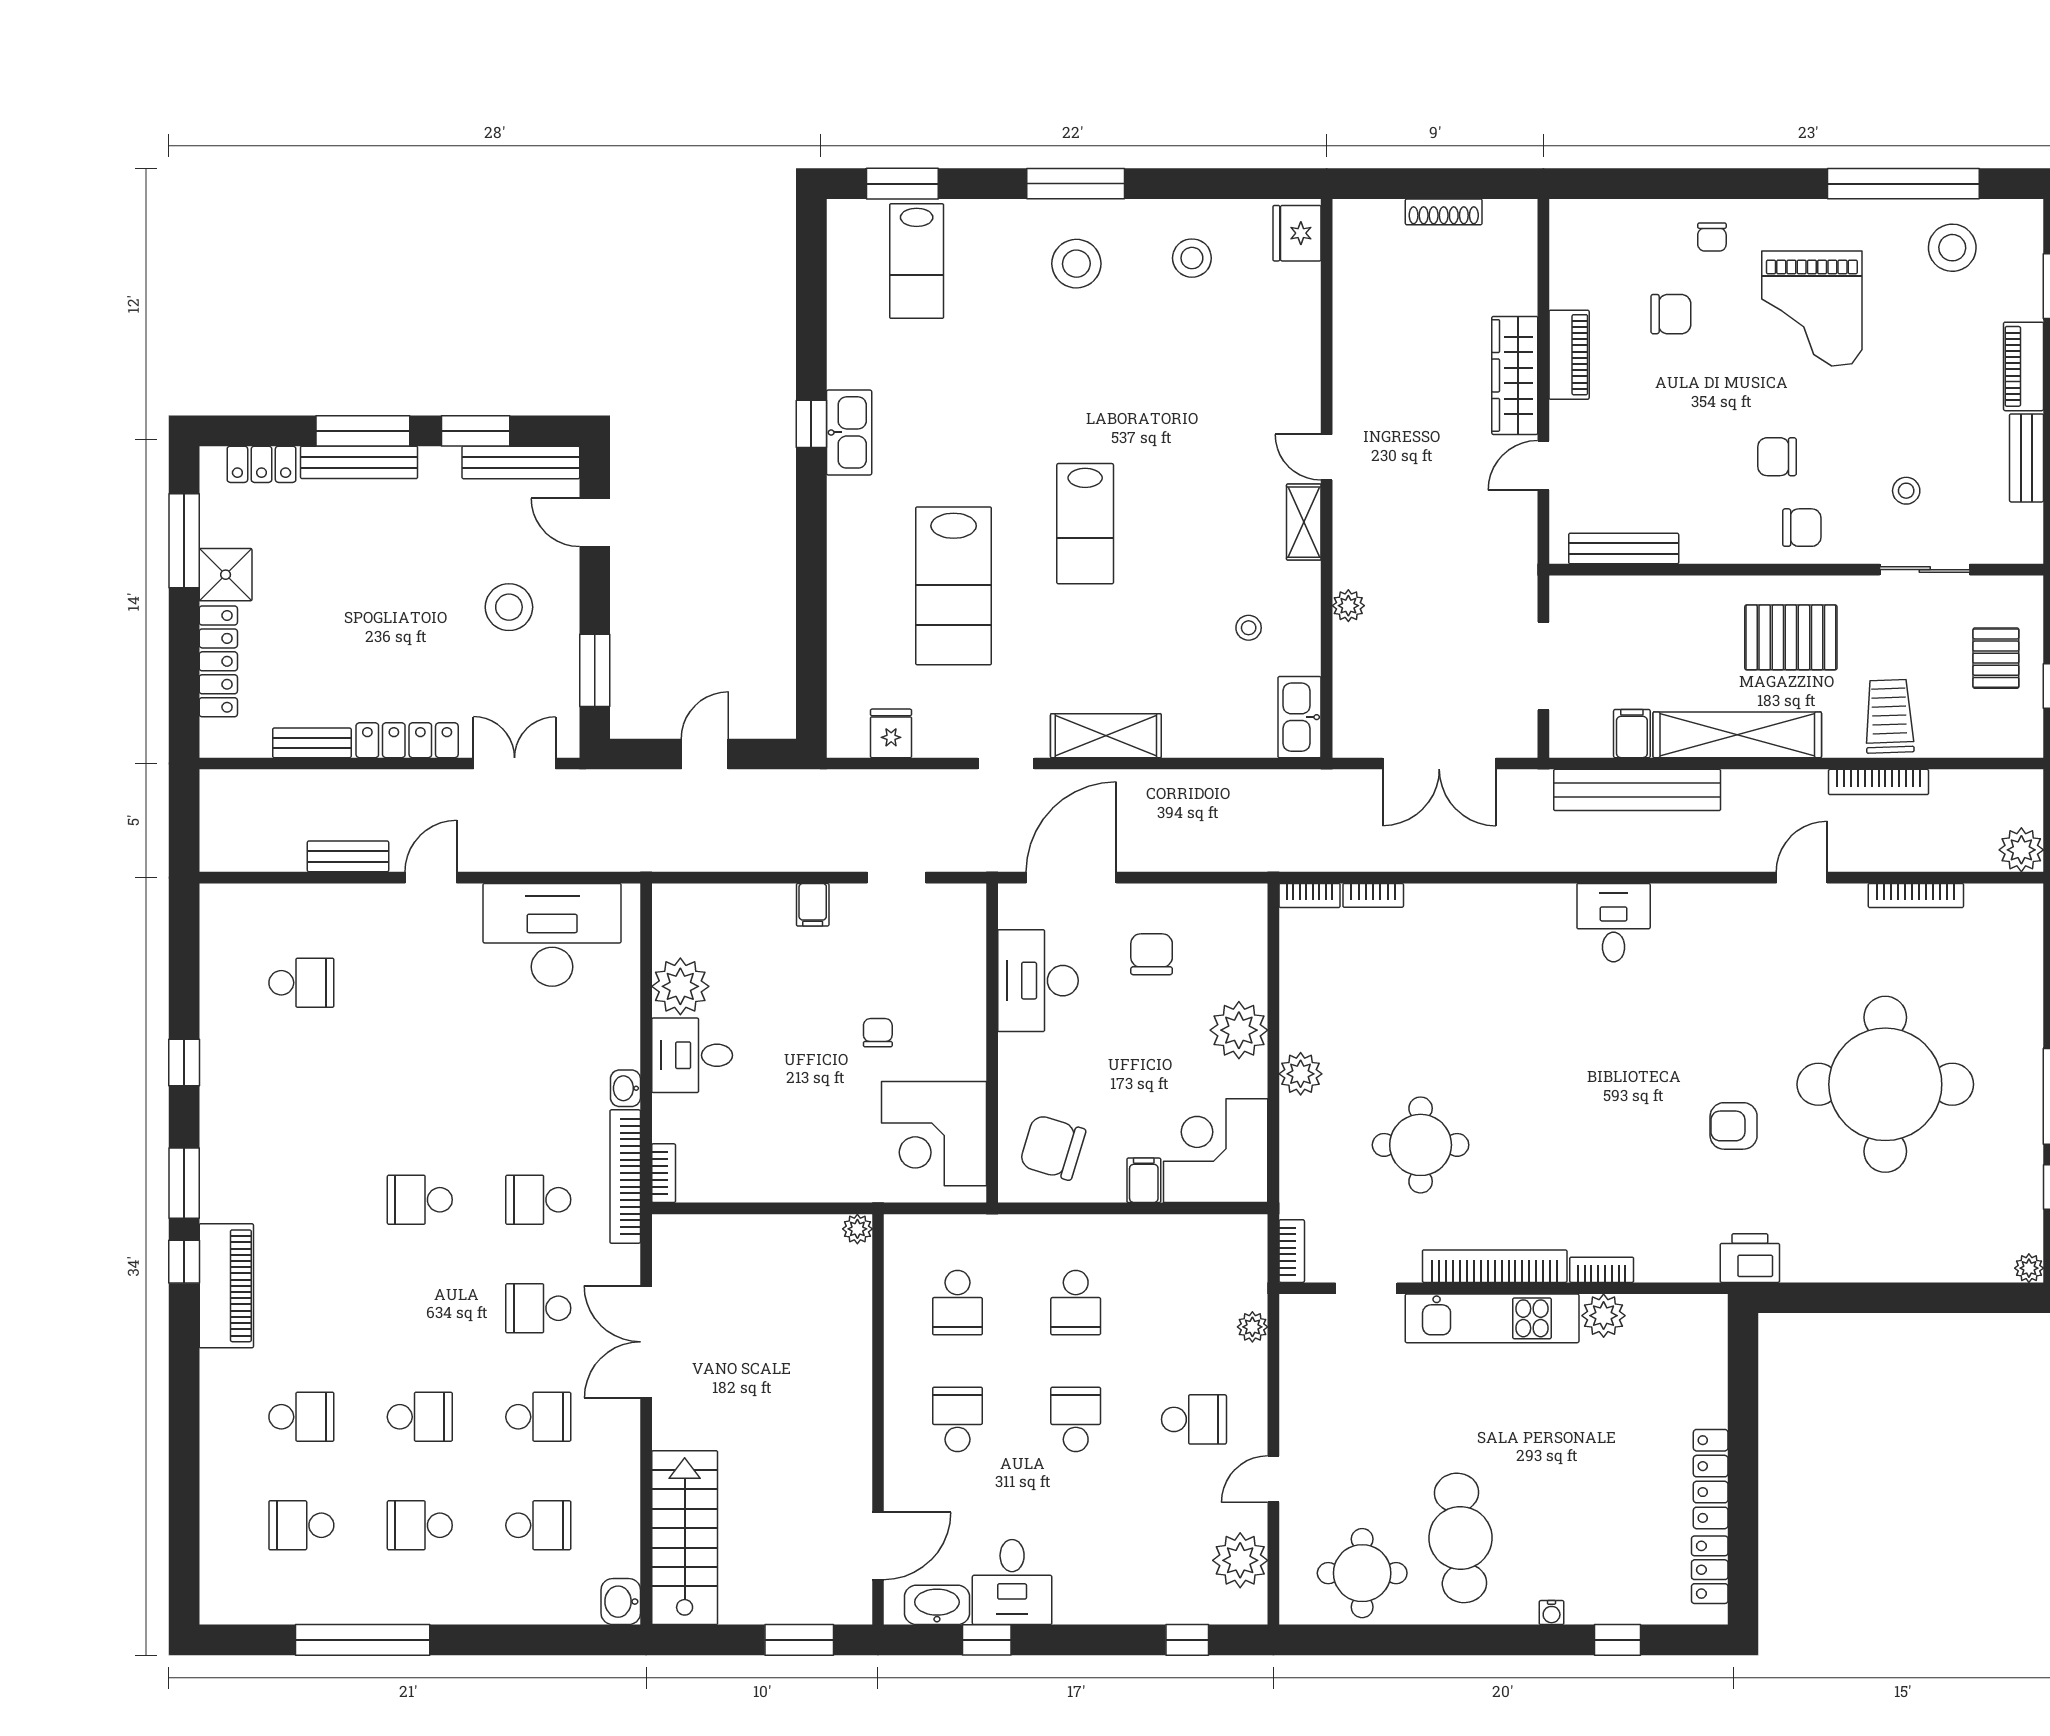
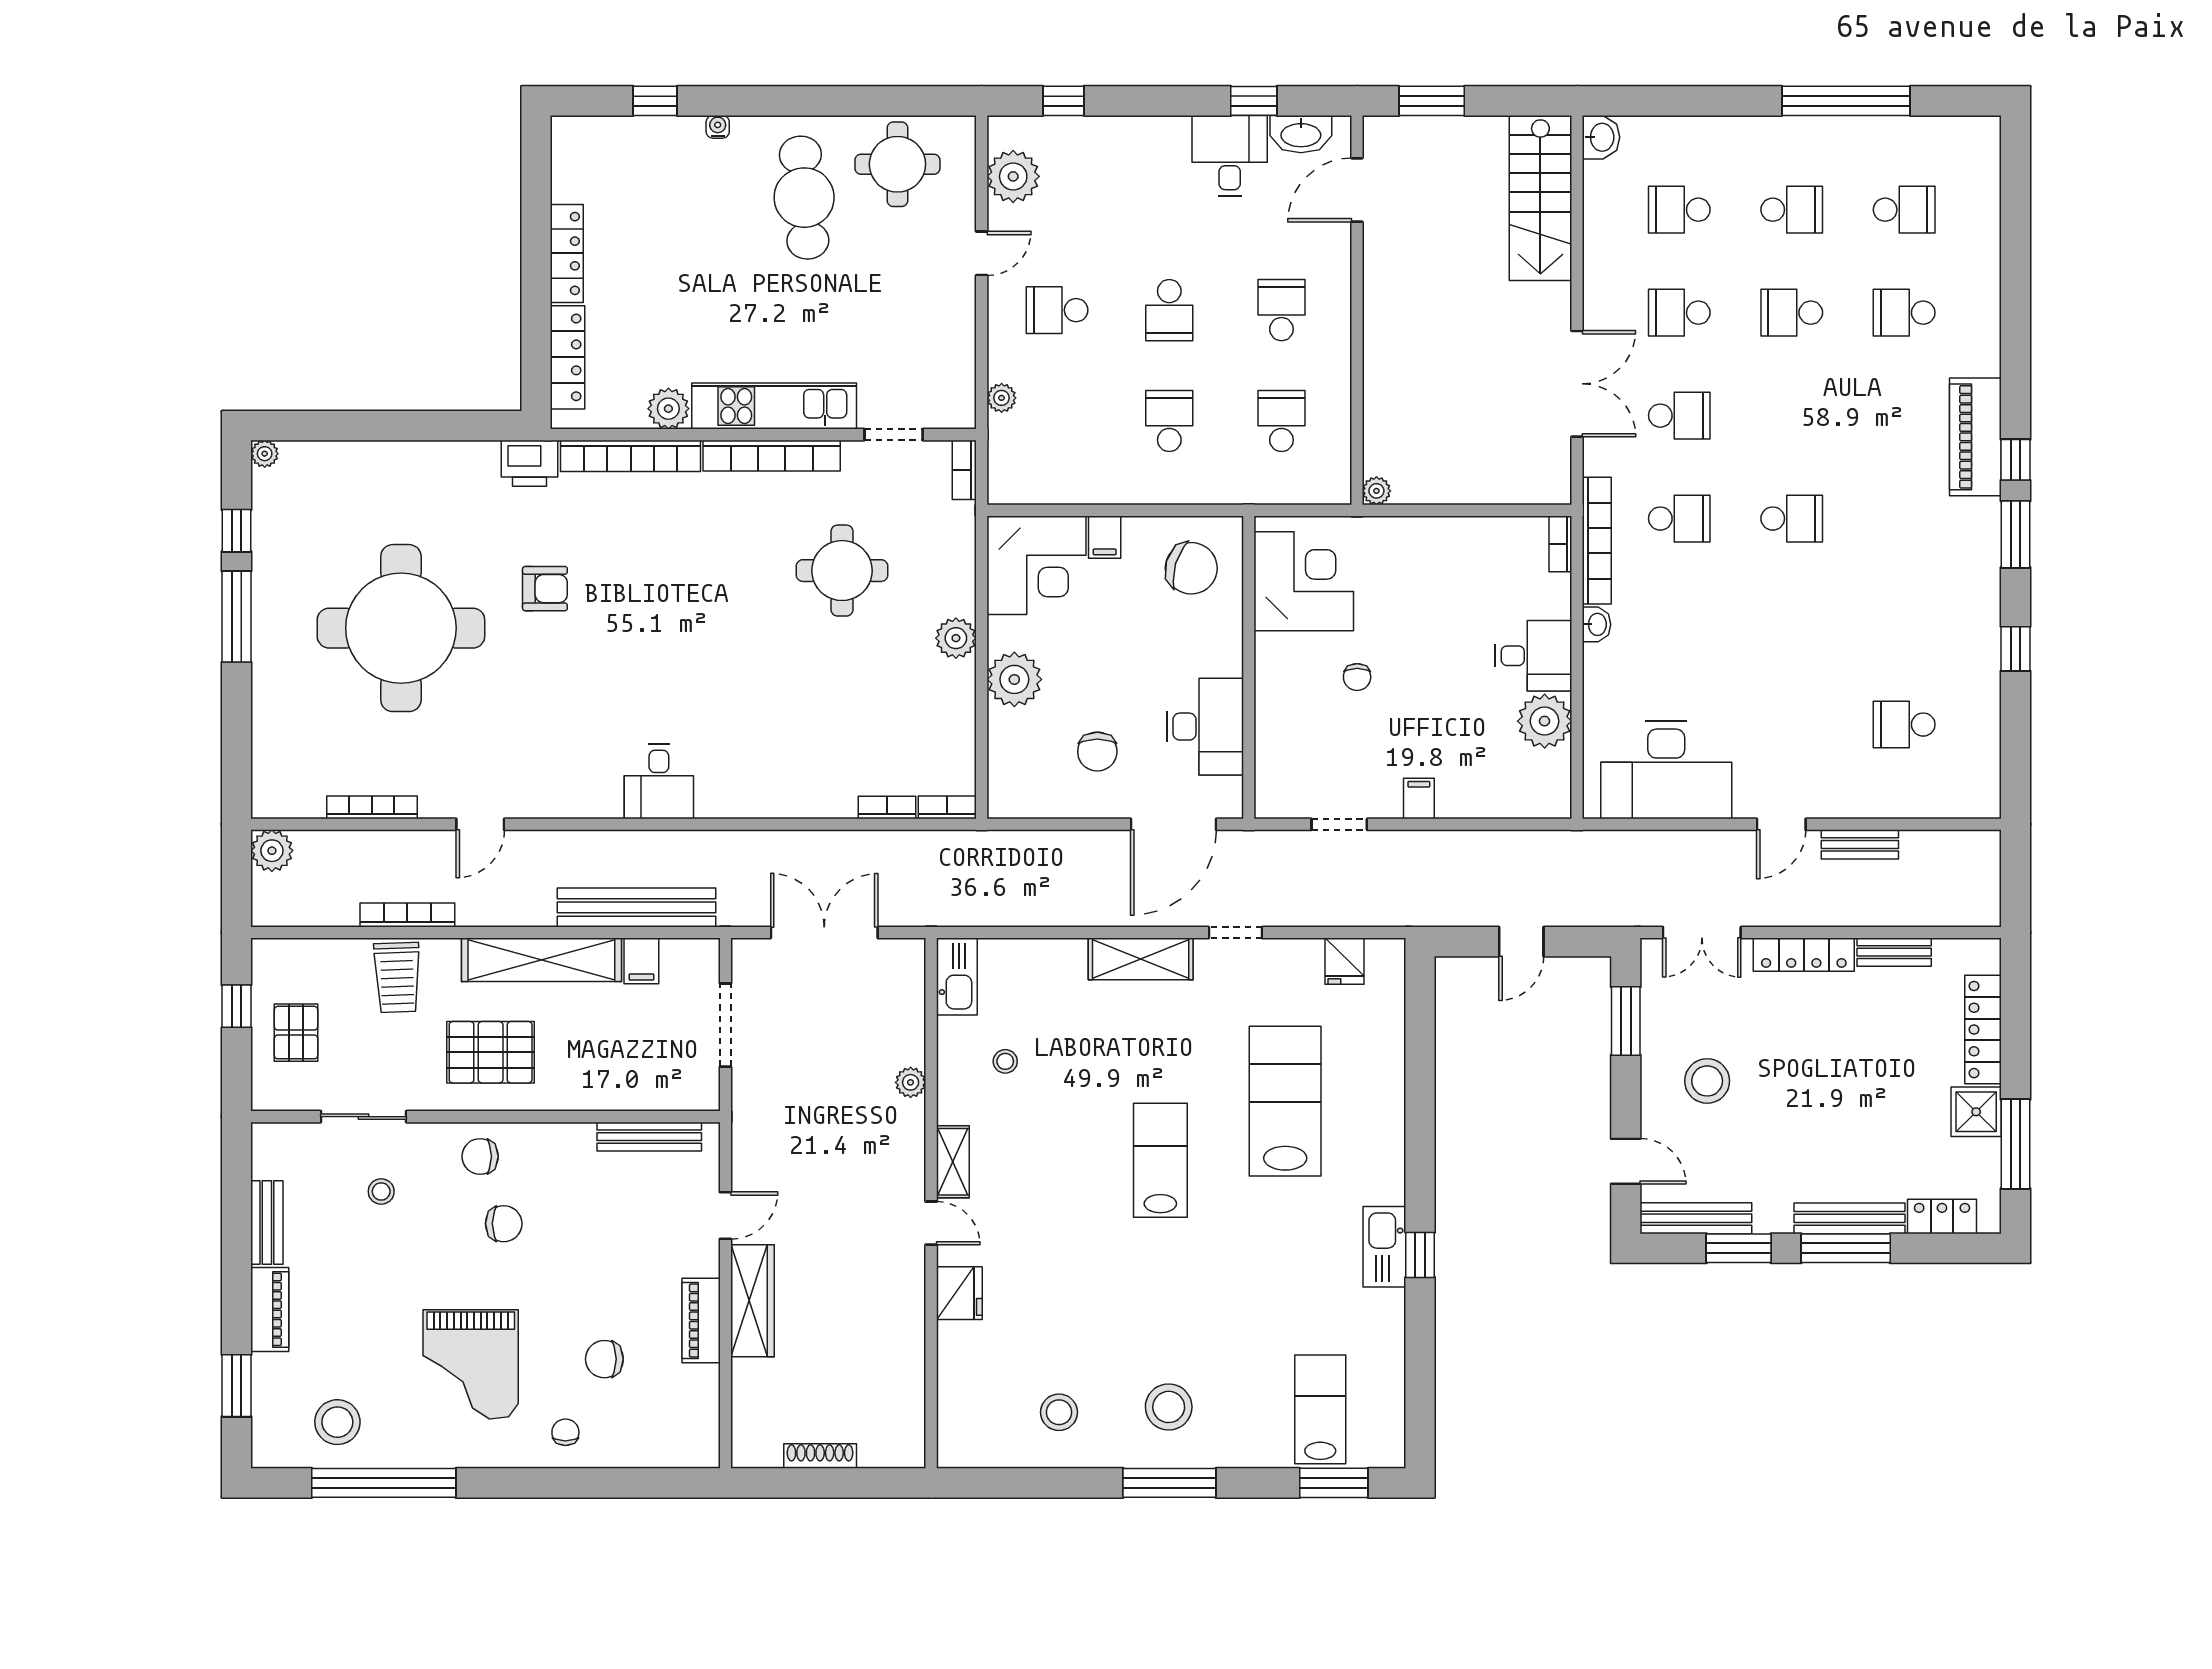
fridge: (1297, 233) -> (959, 1293), moved
grand piano: (1812, 308) -> (471, 1364), turned 180
bookcase: (1602, 1270) -> (631, 456), width x2.31, depth x1.31
school desk: (957, 1419) -> (1281, 310), turned 180
locker: (1710, 1570) -> (568, 357), moved, width x1.53

